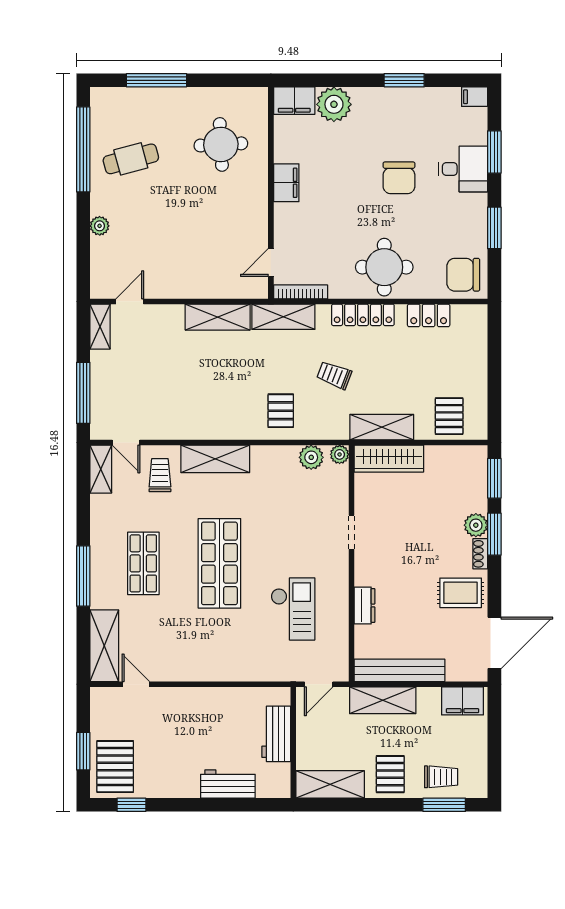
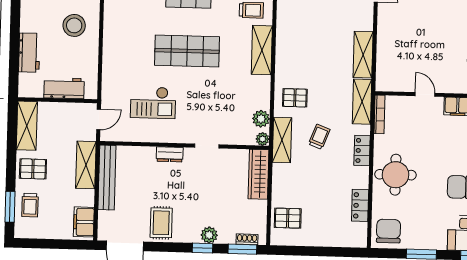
door: (271, 263) -> (425, 94), moved
locker: (363, 315) -> (362, 151), width x0.66
shelving: (382, 427) -> (282, 140), moved
window: (494, 534) -> (202, 248), width x0.67
shoe rack: (480, 554) -> (247, 239), moved
dresser: (365, 605) -> (170, 154), moved
door: (319, 684) -> (99, 119), swing flipped
stool: (188, 722) -> (74, 25), added

